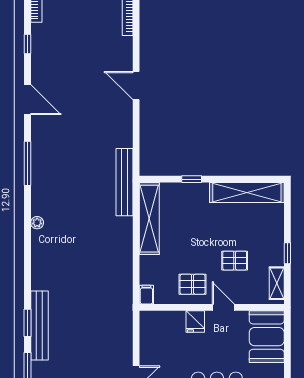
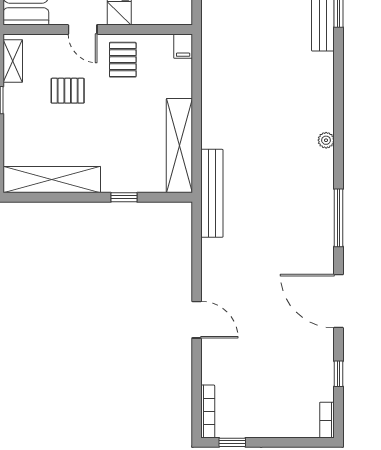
door: (28, 100) -> (339, 301), width x1.36
pallet: (193, 284) -> (123, 60), turned 90

